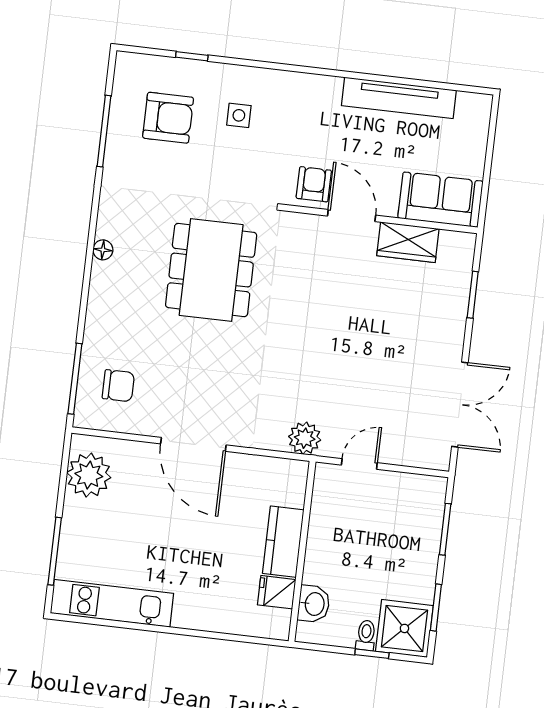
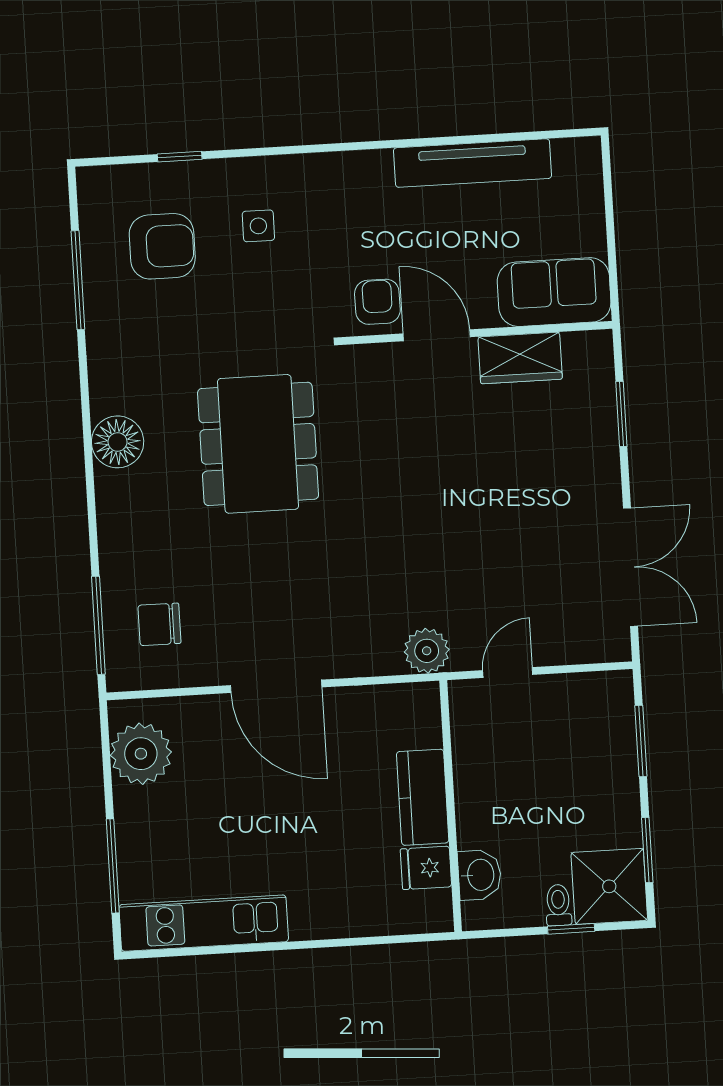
floor lamp: (103, 250) -> (118, 442), width x1.89, depth x1.89
chair: (118, 386) -> (159, 624), turned 180

